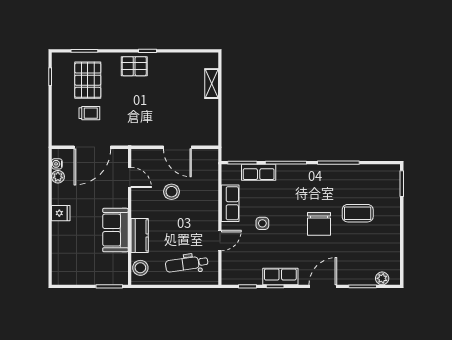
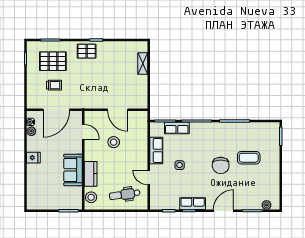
pallet: (88, 80) -> (53, 61), turned 90
door: (220, 240) -> (149, 177), swing flipped

